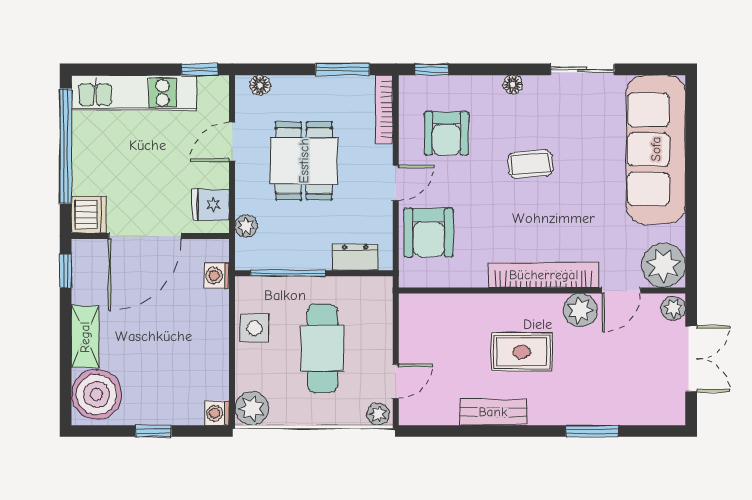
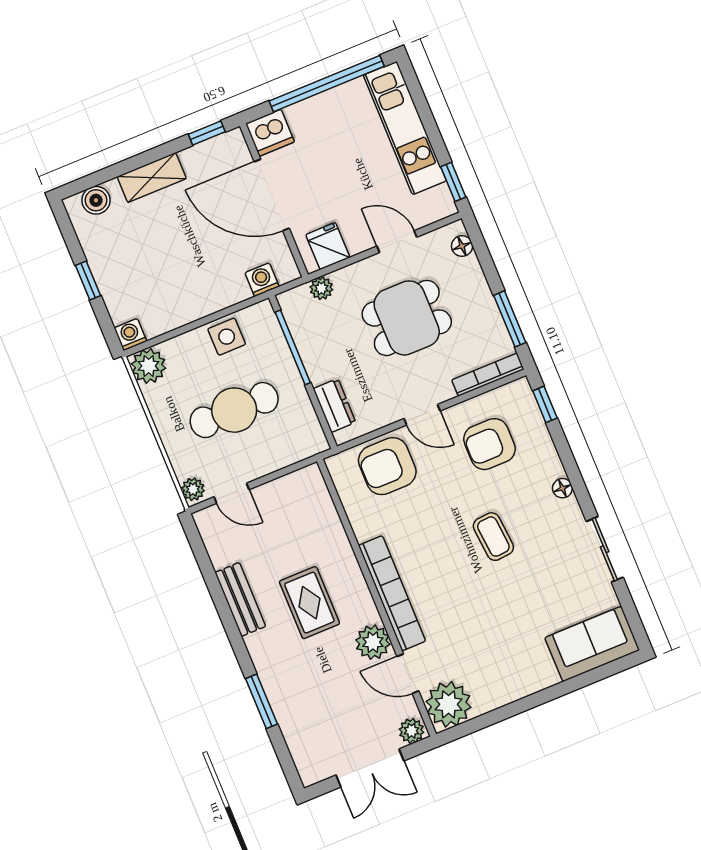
sofa: (656, 149) -> (592, 644), width x0.54, depth x0.79
boiler: (97, 394) -> (96, 200), width x0.54, depth x0.54

